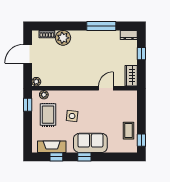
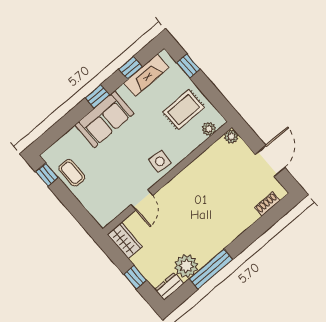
plant: (63, 38) -> (186, 266), moved
window: (28, 105) -> (188, 66), moved
rug: (48, 115) -> (184, 110), turned 90
side table: (72, 116) -> (160, 161), moved

